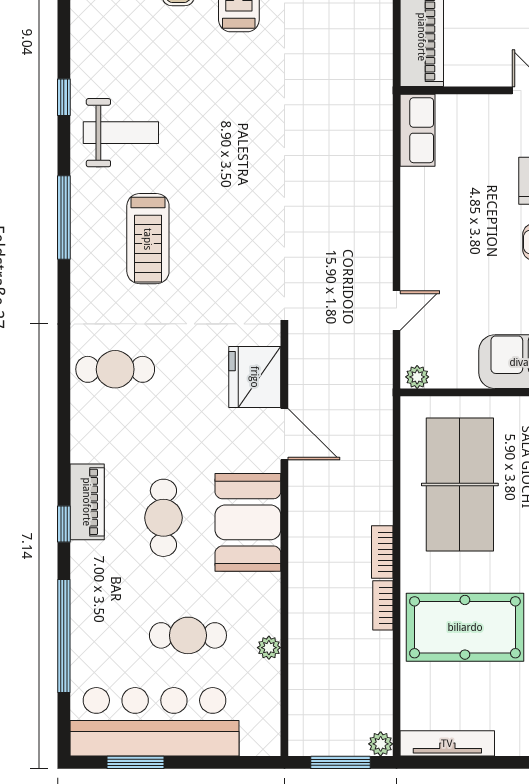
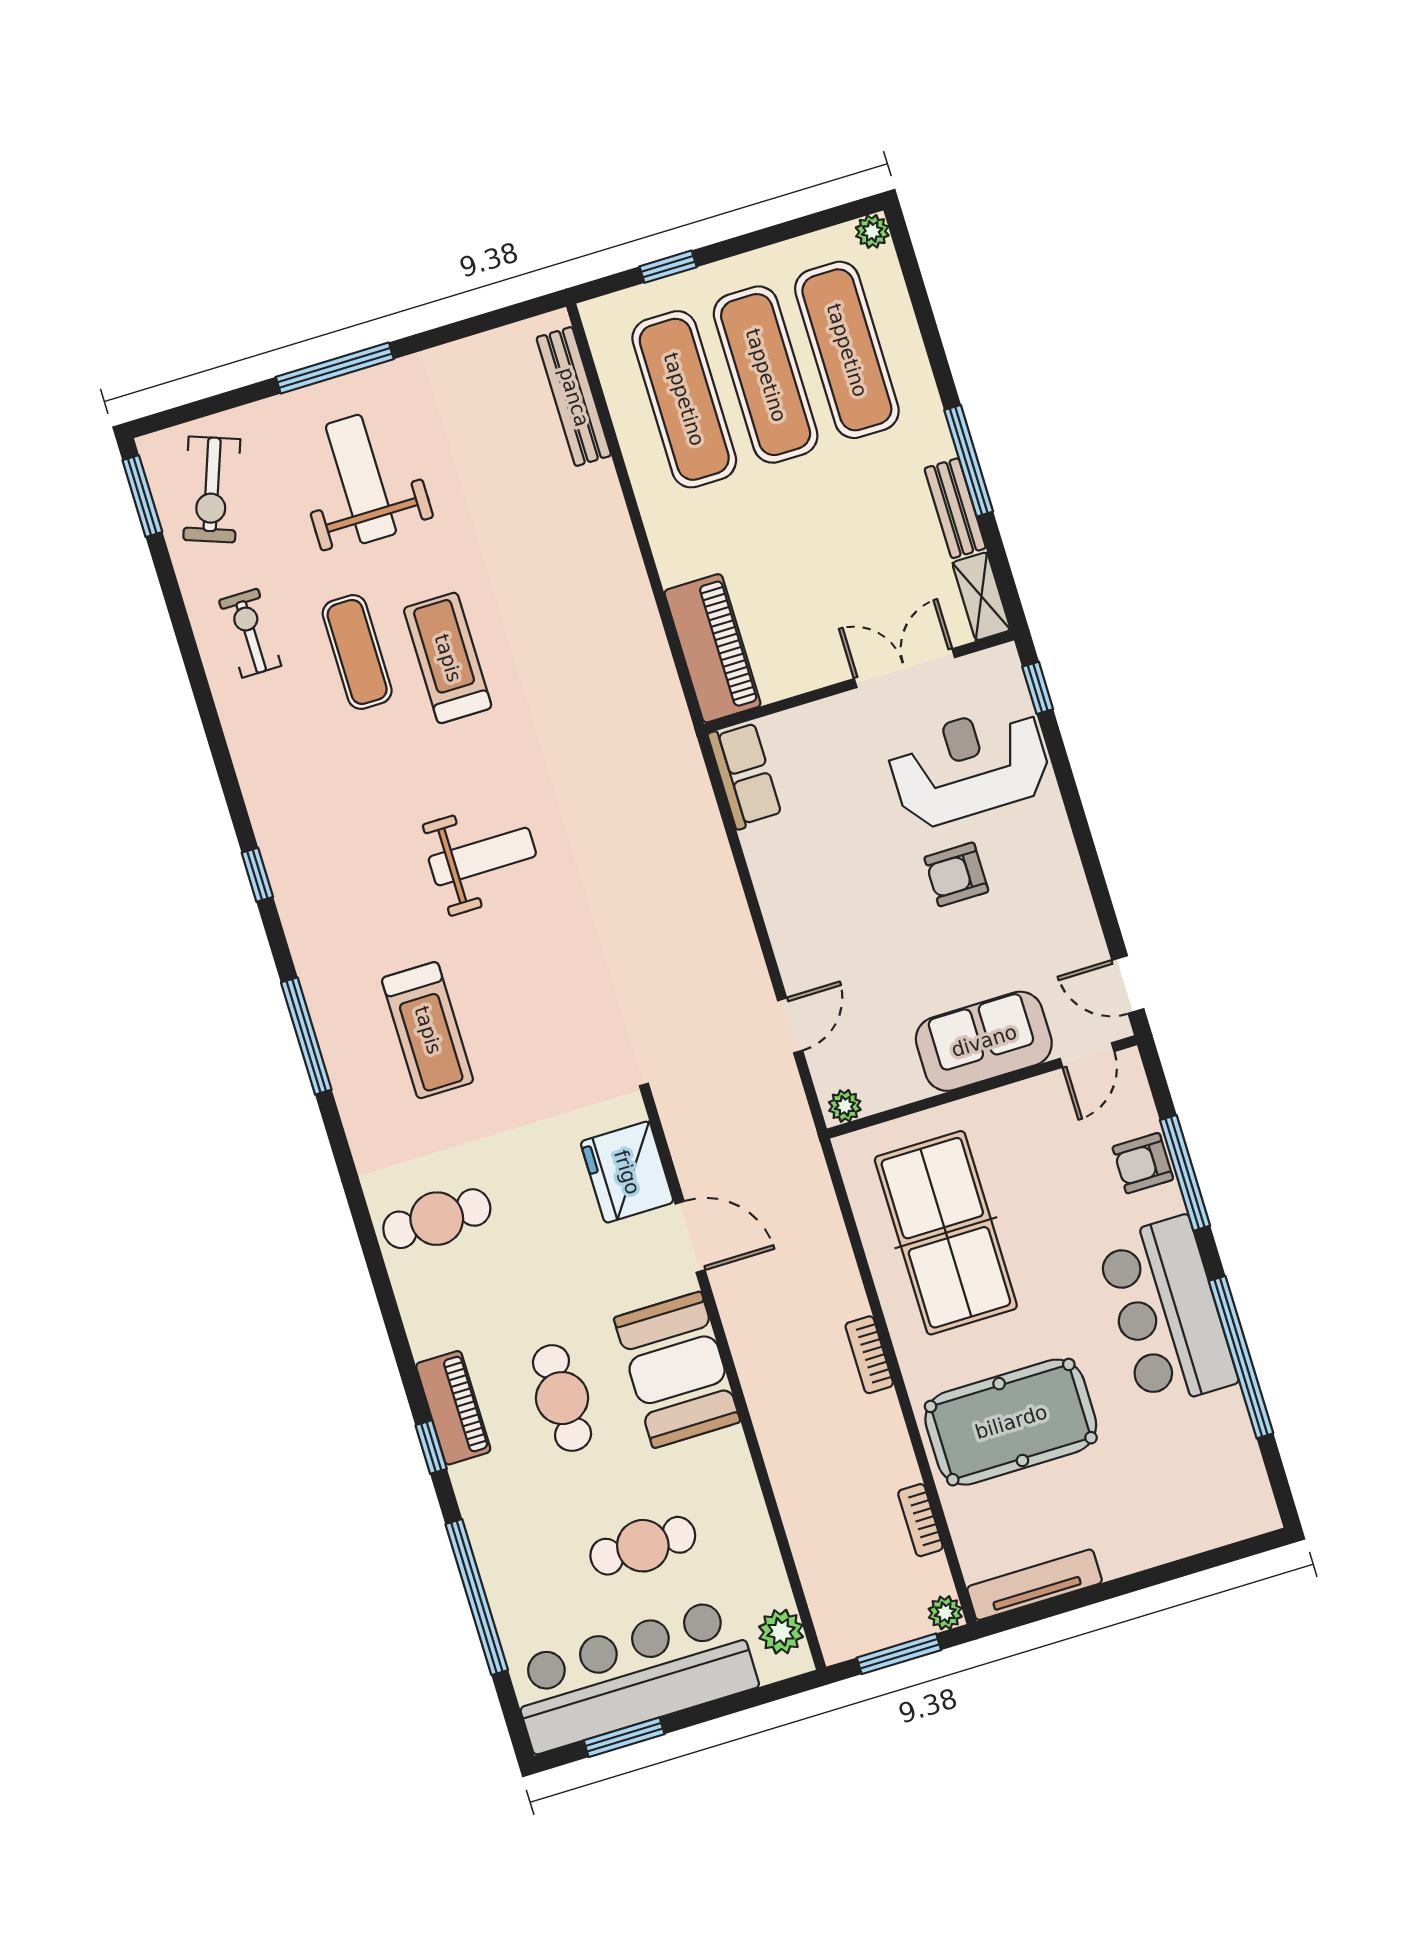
weight bench: (121, 133) -> (482, 857), moved
bookcase: (383, 605) -> (920, 1520), moved
plant: (269, 648) -> (781, 1632), moved, width x1.38, depth x1.38

